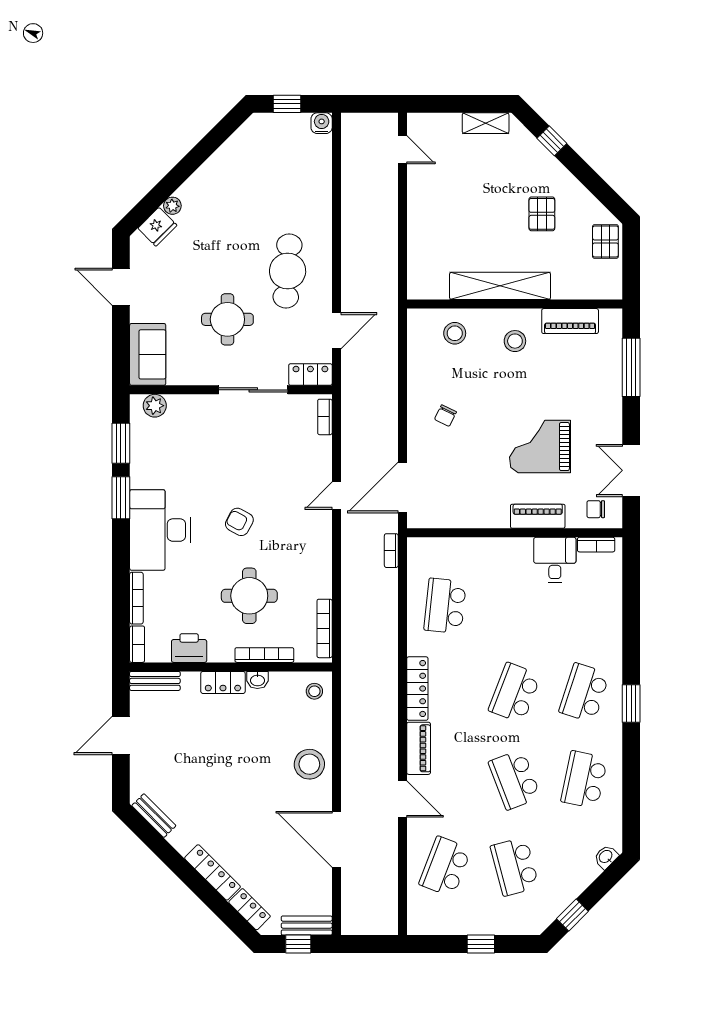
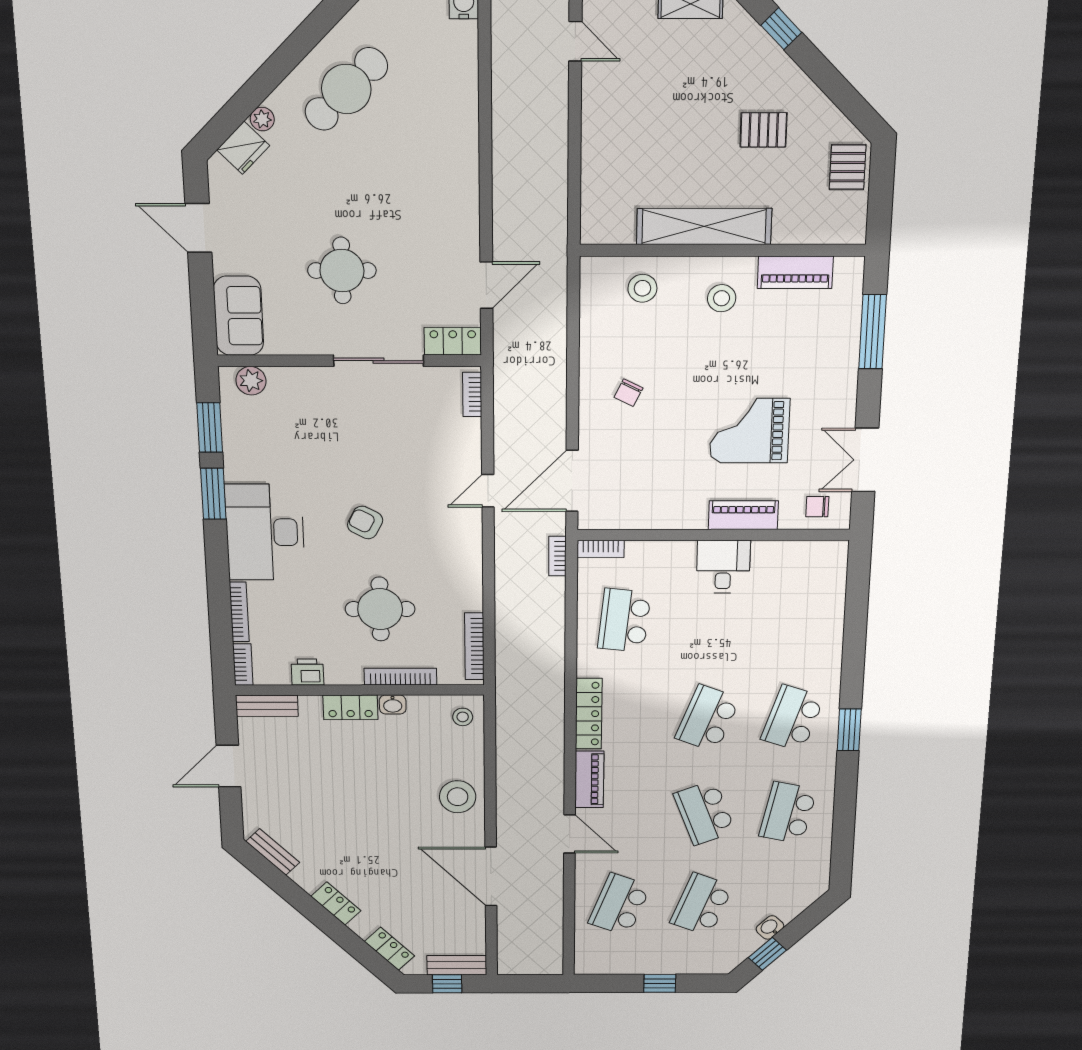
pallet: (542, 214) -> (764, 130), turned 90
cafe table: (288, 271) -> (346, 89), moved, turned 42
bookcase: (596, 545) -> (601, 549), moved
desk: (555, 560) -> (723, 567), moved
printer: (189, 648) -> (307, 672), width x0.73, depth x0.81
washbasin: (606, 857) -> (770, 927), moved
school desk: (515, 867) -> (701, 904), turned 36
locker: (213, 872) -> (336, 903), width x0.66

